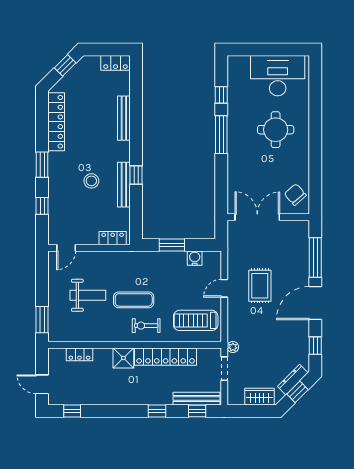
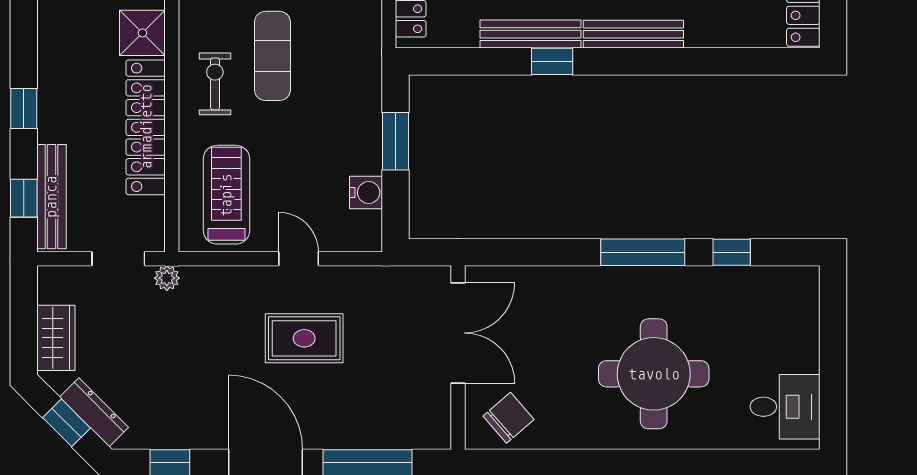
desk: (278, 76) -> (785, 407), width x0.53, depth x0.77
bench: (124, 118) -> (633, 34), moved
round table: (276, 130) -> (654, 374), width x1.36, depth x1.36

